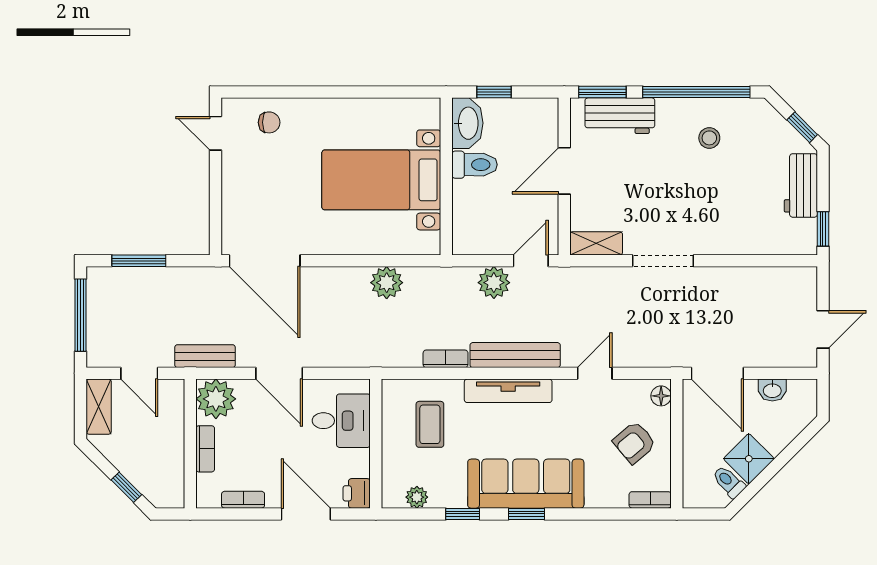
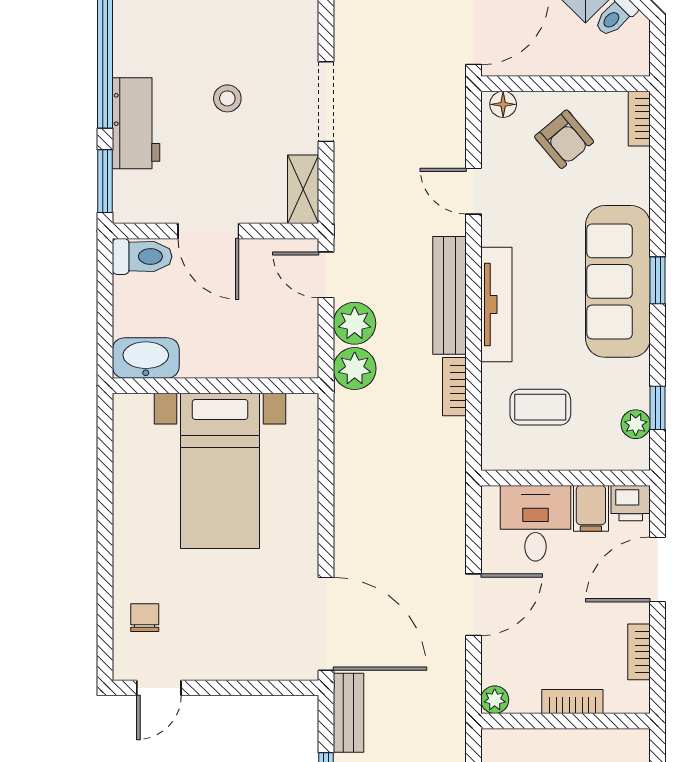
window: (494, 92) -> (105, 323), removed
workbench: (620, 116) -> (136, 123), moved
stool: (709, 138) -> (227, 98), moved
toilet: (474, 165) -> (142, 256), moved, turned 90
door: (265, 261) -> (326, 624), hinge flipped
plant: (387, 283) -> (355, 369), moved
bench: (205, 356) -> (349, 713), moved
plant: (216, 399) -> (495, 700), width x0.53, depth x0.53
filing cabinet: (353, 463) -> (591, 508), added
window: (463, 514) -> (658, 408), moved

